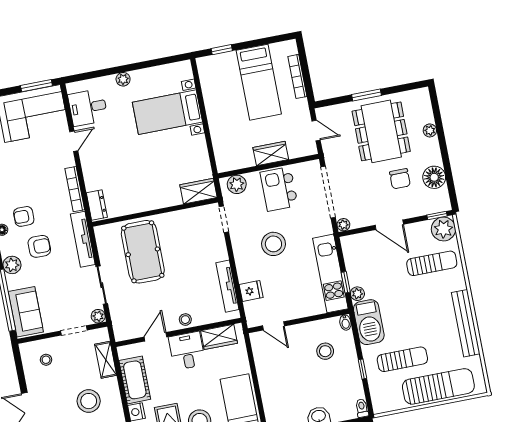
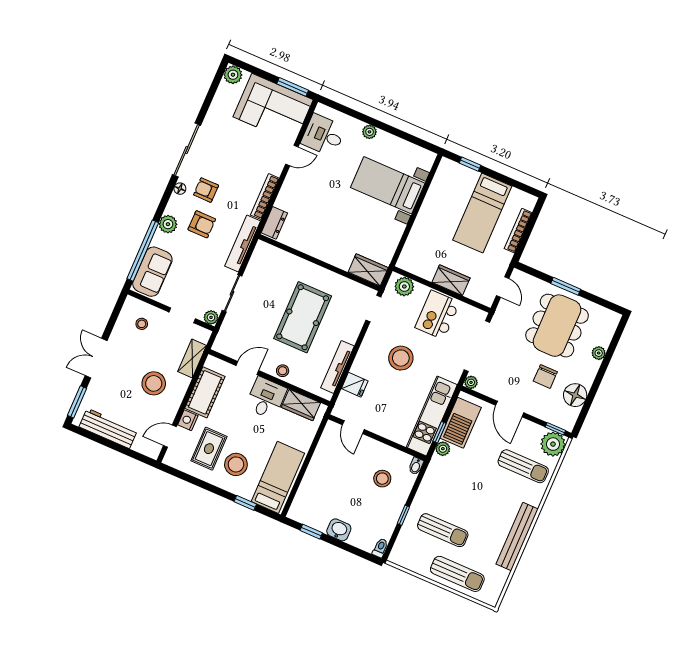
pool table: (143, 252) -> (303, 317), moved
barbecue: (369, 322) -> (460, 423), moved
sun lounger: (438, 386) -> (457, 574), width x0.73, depth x0.75

